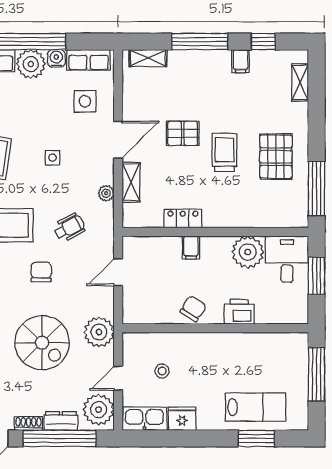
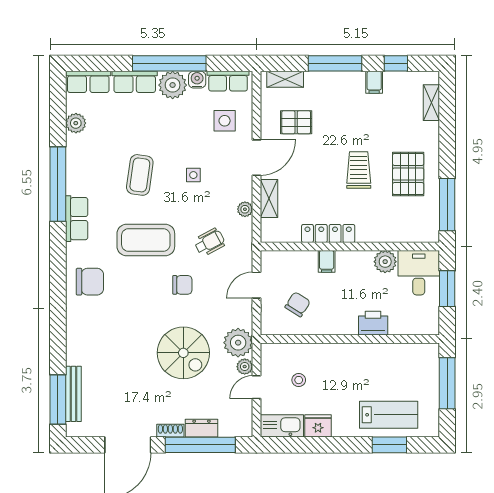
pallet: (183, 133) -> (296, 122), moved
locker: (183, 218) -> (328, 233), width x1.53
plant: (248, 252) -> (385, 262), width x0.73, depth x0.73
chair: (41, 272) -> (182, 285), turned 90
chair: (193, 309) -> (298, 304), moved
plant: (99, 410) -> (245, 367), moved, width x0.53, depth x0.53

